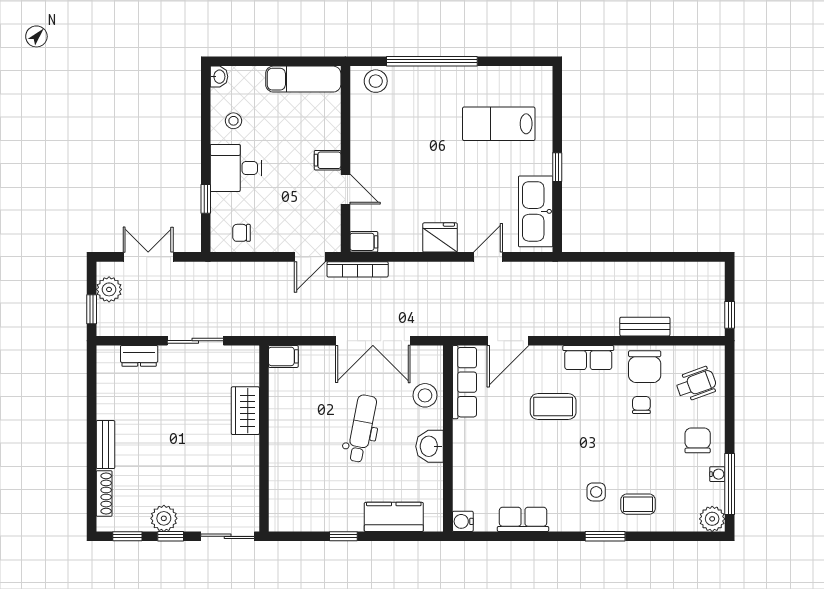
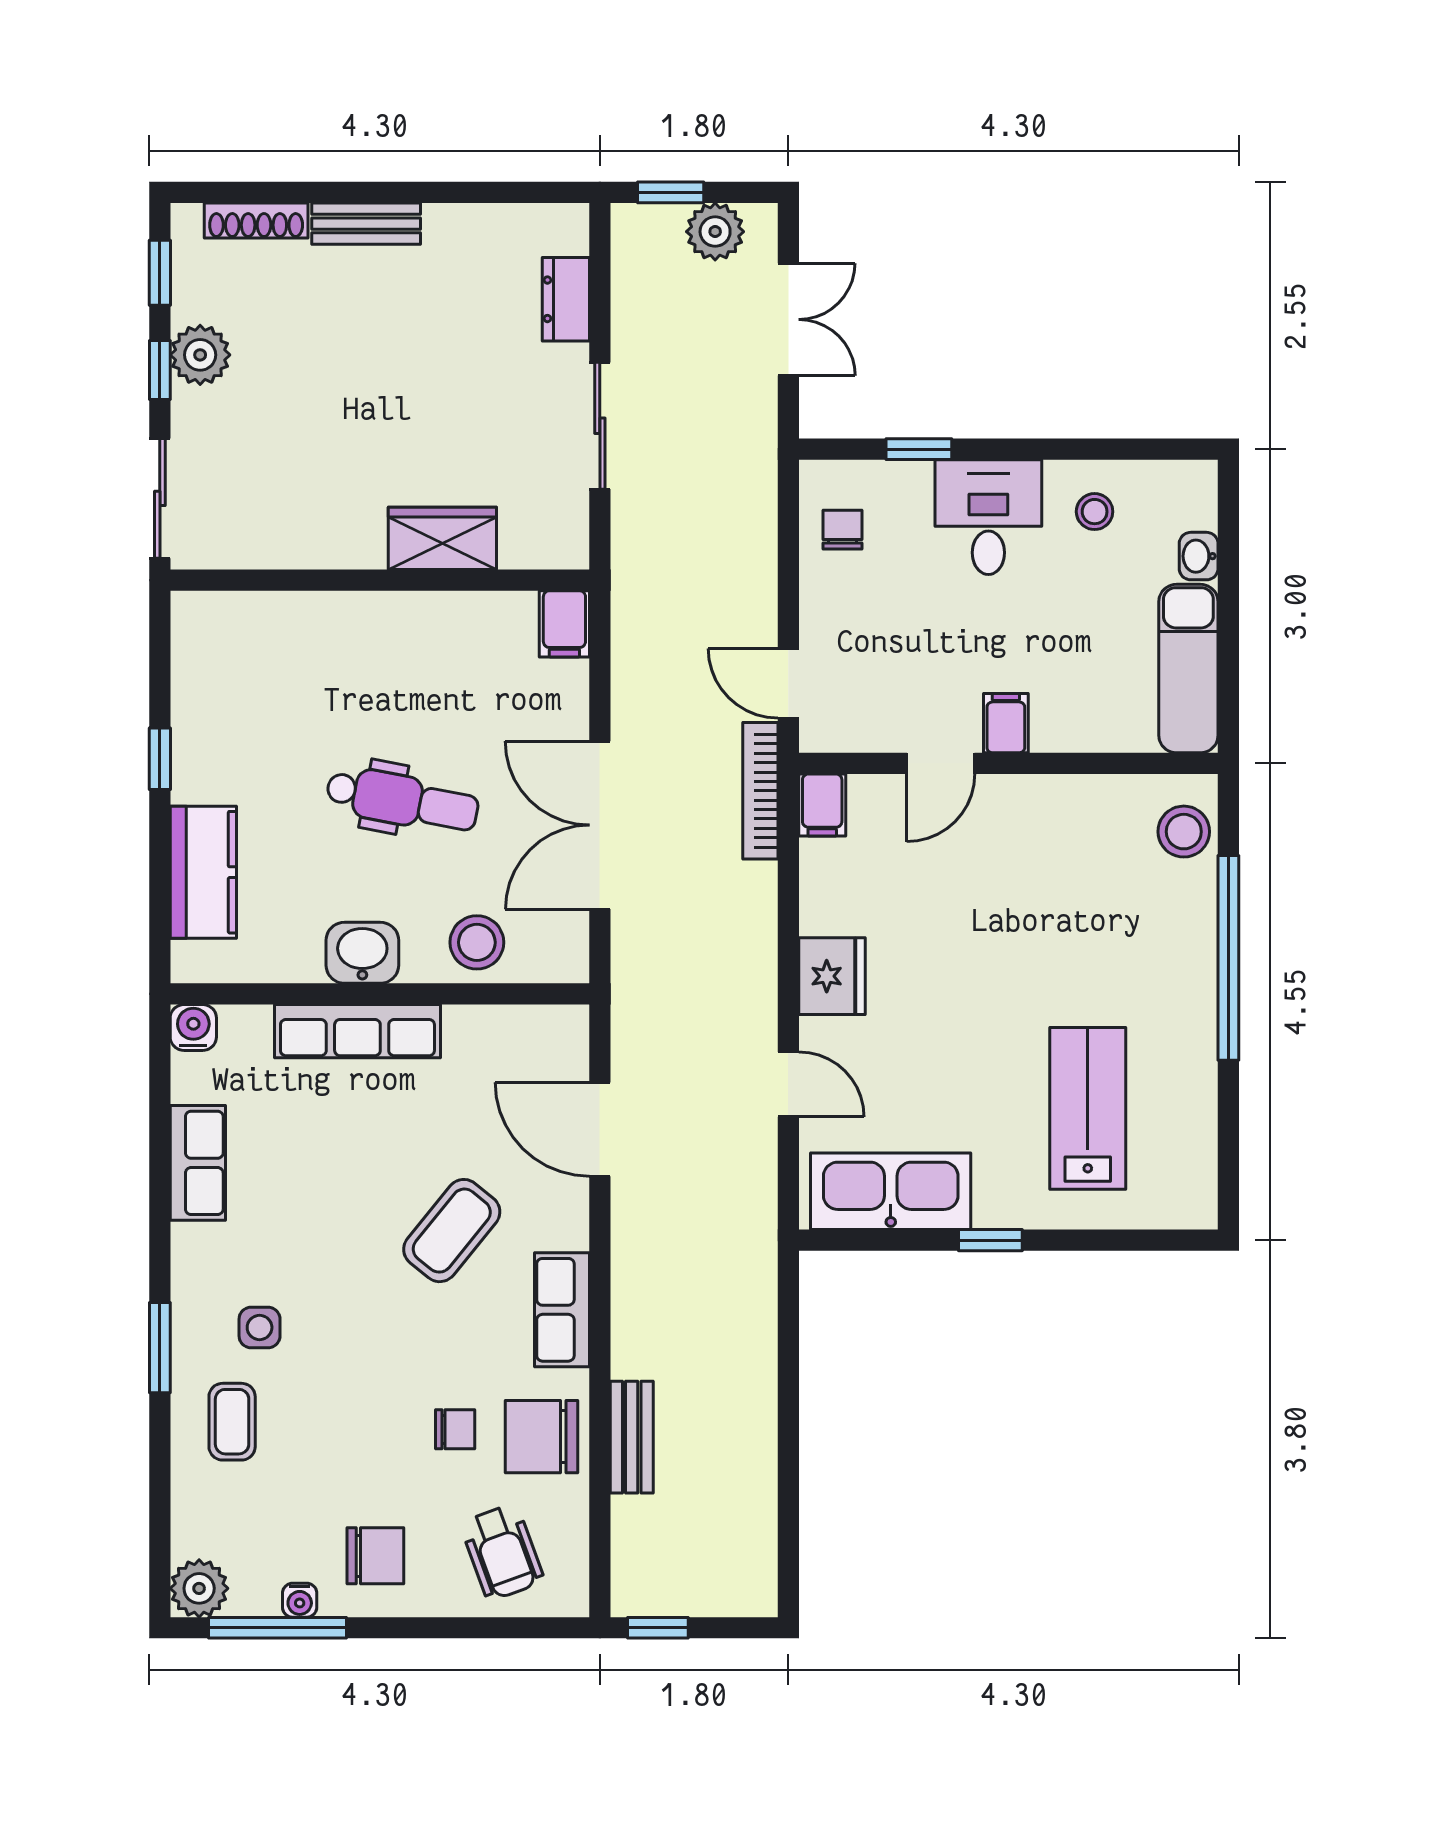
washbasin: (219, 77) -> (1199, 556), moved, turned 90
row of seats: (464, 382) -> (357, 1031), moved
coffee table: (553, 407) -> (452, 1231), turned 39

